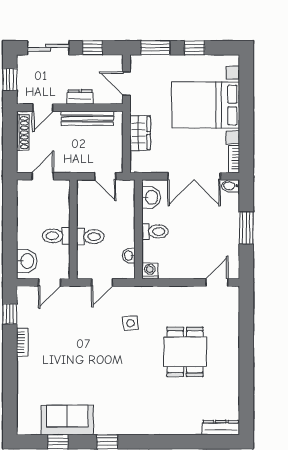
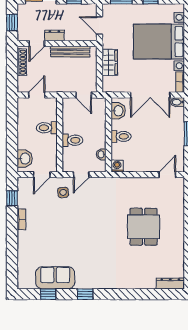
dresser: (80, 97) -> (54, 35), moved
toilet: (56, 236) -> (47, 128), moved
side table: (130, 323) -> (63, 192), moved

